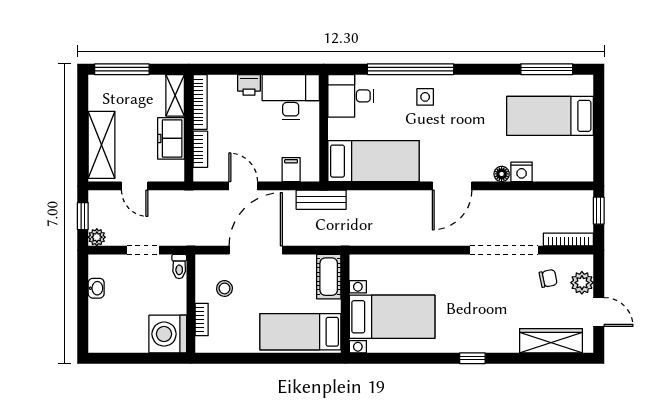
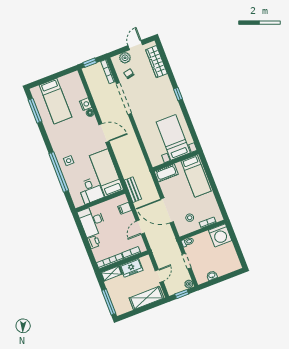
desk: (351, 96) -> (91, 190), moved

